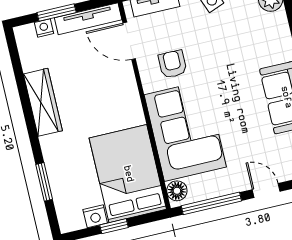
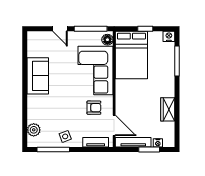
armchair: (173, 64) -> (94, 108), turned -90
wardrobe: (43, 102) -> (168, 109), width x0.67
window: (44, 182) -> (177, 61), width x1.44
nightstand: (95, 216) -> (169, 36), moved

